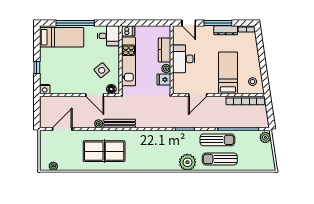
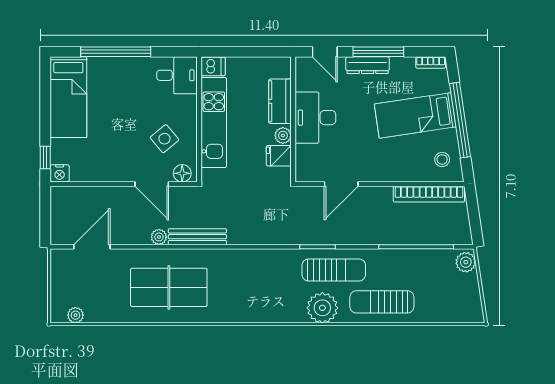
dresser: (226, 30) -> (368, 65), moved
bed: (62, 37) -> (68, 97), moved, turned 90
window: (262, 60) -> (460, 120), added
window: (37, 67) -> (45, 158), moved
bed: (228, 73) -> (415, 115), moved, turned -98
sun lounger: (217, 140) -> (334, 270), moved

